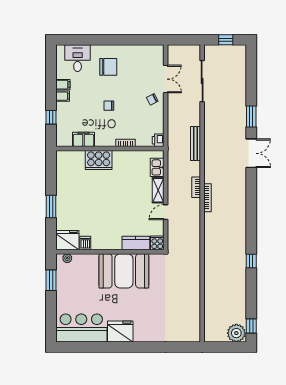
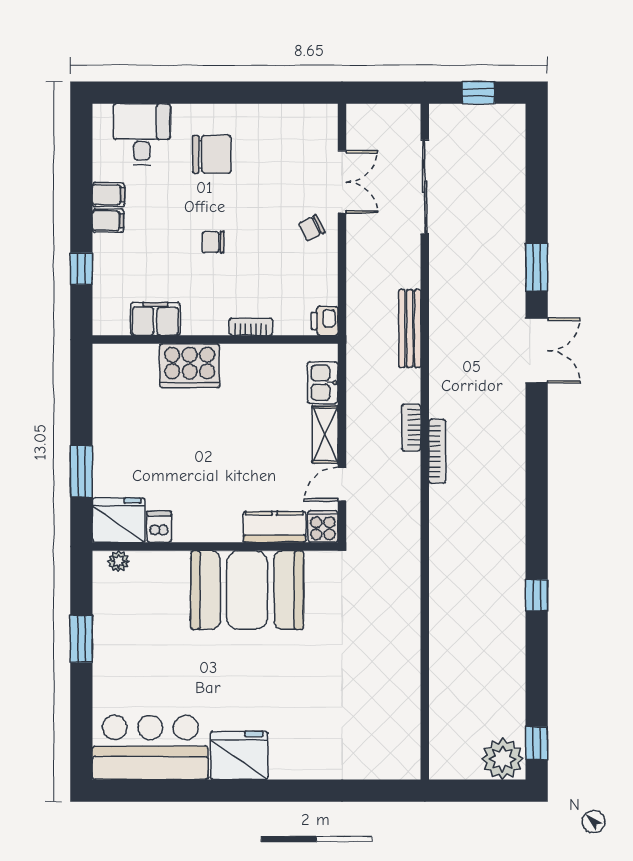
fridge: (67, 240) -> (119, 520), moved
dishwasher: (85, 243) -> (159, 527), moved
kitchen counter: (136, 243) -> (274, 527), moved
cooker: (157, 243) -> (323, 526), moved
wall: (110, 252) -> (215, 546), moved
plant: (67, 258) -> (118, 561), moved
booth: (124, 271) -> (247, 590), moved

